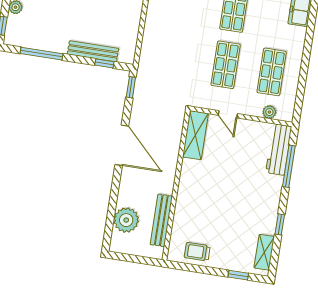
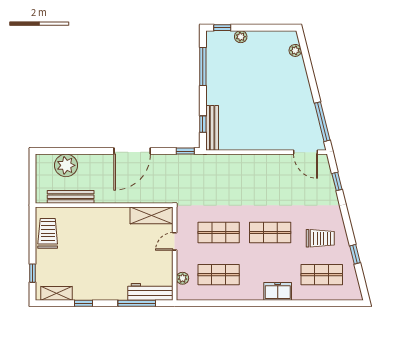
bench: (93, 51) -> (212, 128), moved
trolley: (197, 252) -> (48, 233), width x1.36, depth x1.39

